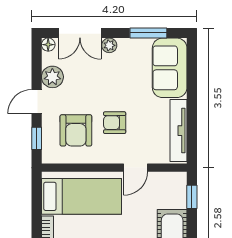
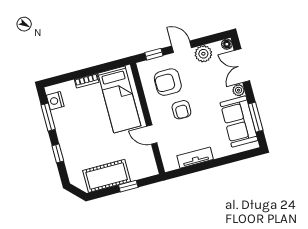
sofa: (170, 68) -> (239, 121), moved, turned -90
armchair: (115, 123) -> (181, 110), turned 180
tv unit: (179, 131) -> (195, 158), width x0.71
window: (192, 197) -> (128, 186), moved

